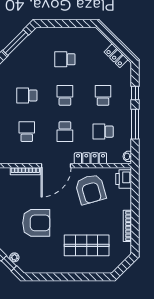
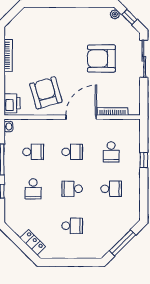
locker: (116, 56) -> (33, 242), moved
school desk: (65, 95) -> (72, 189), turned 90
school desk: (65, 132) -> (72, 152), turned 90
locker: (90, 158) -> (46, 125), removed
shop shelf: (87, 245) -> (50, 35), removed
plant: (14, 257) -> (115, 14), moved

